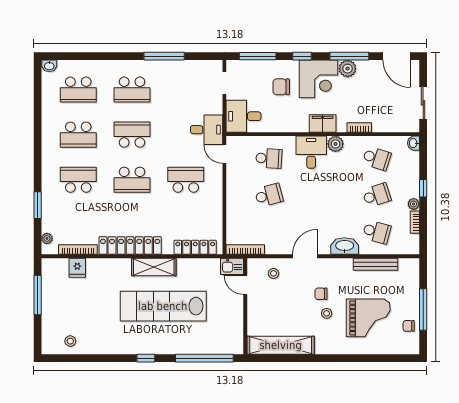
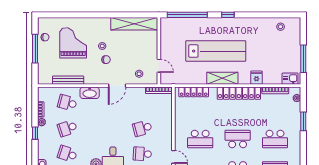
kitchen sink: (232, 266) -> (290, 79), moved
fridge: (77, 268) -> (256, 78), moved
grand piano: (368, 318) -> (73, 43), turned 90

